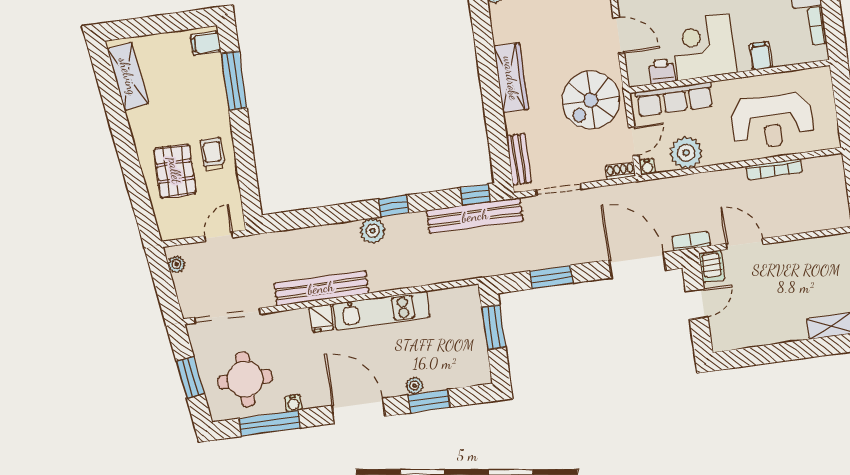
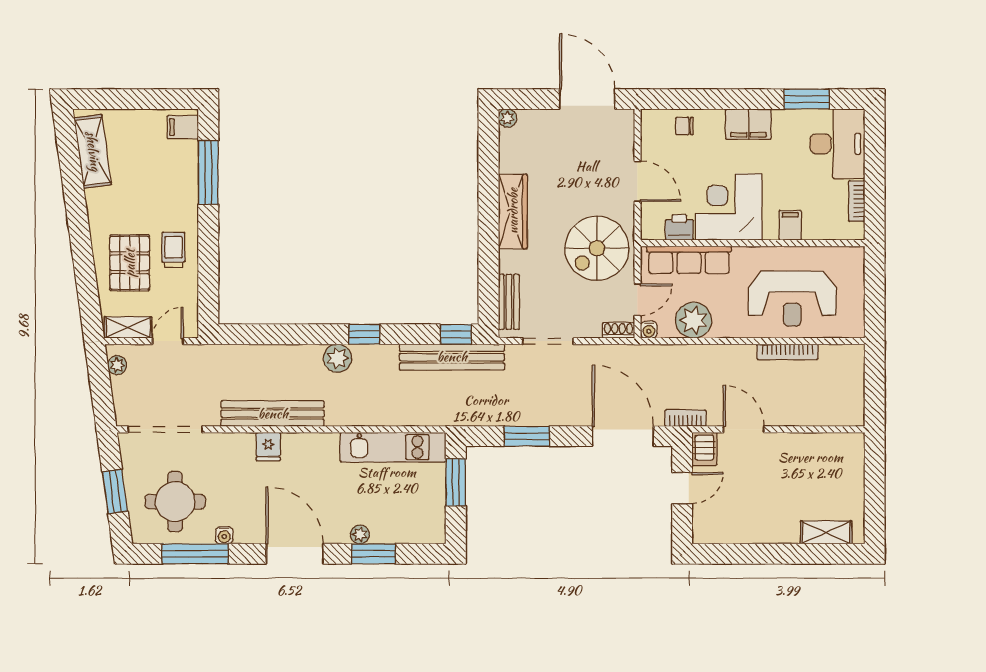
shelving: (182, 229) -> (128, 327), added
kitchen unit: (381, 311) -> (393, 447), moved

